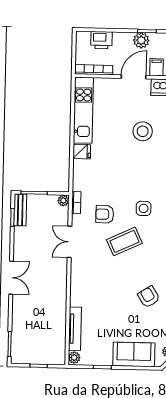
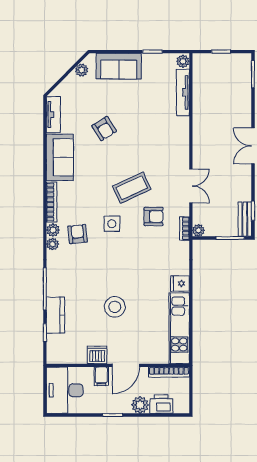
plant: (141, 40) -> (140, 405), moved

